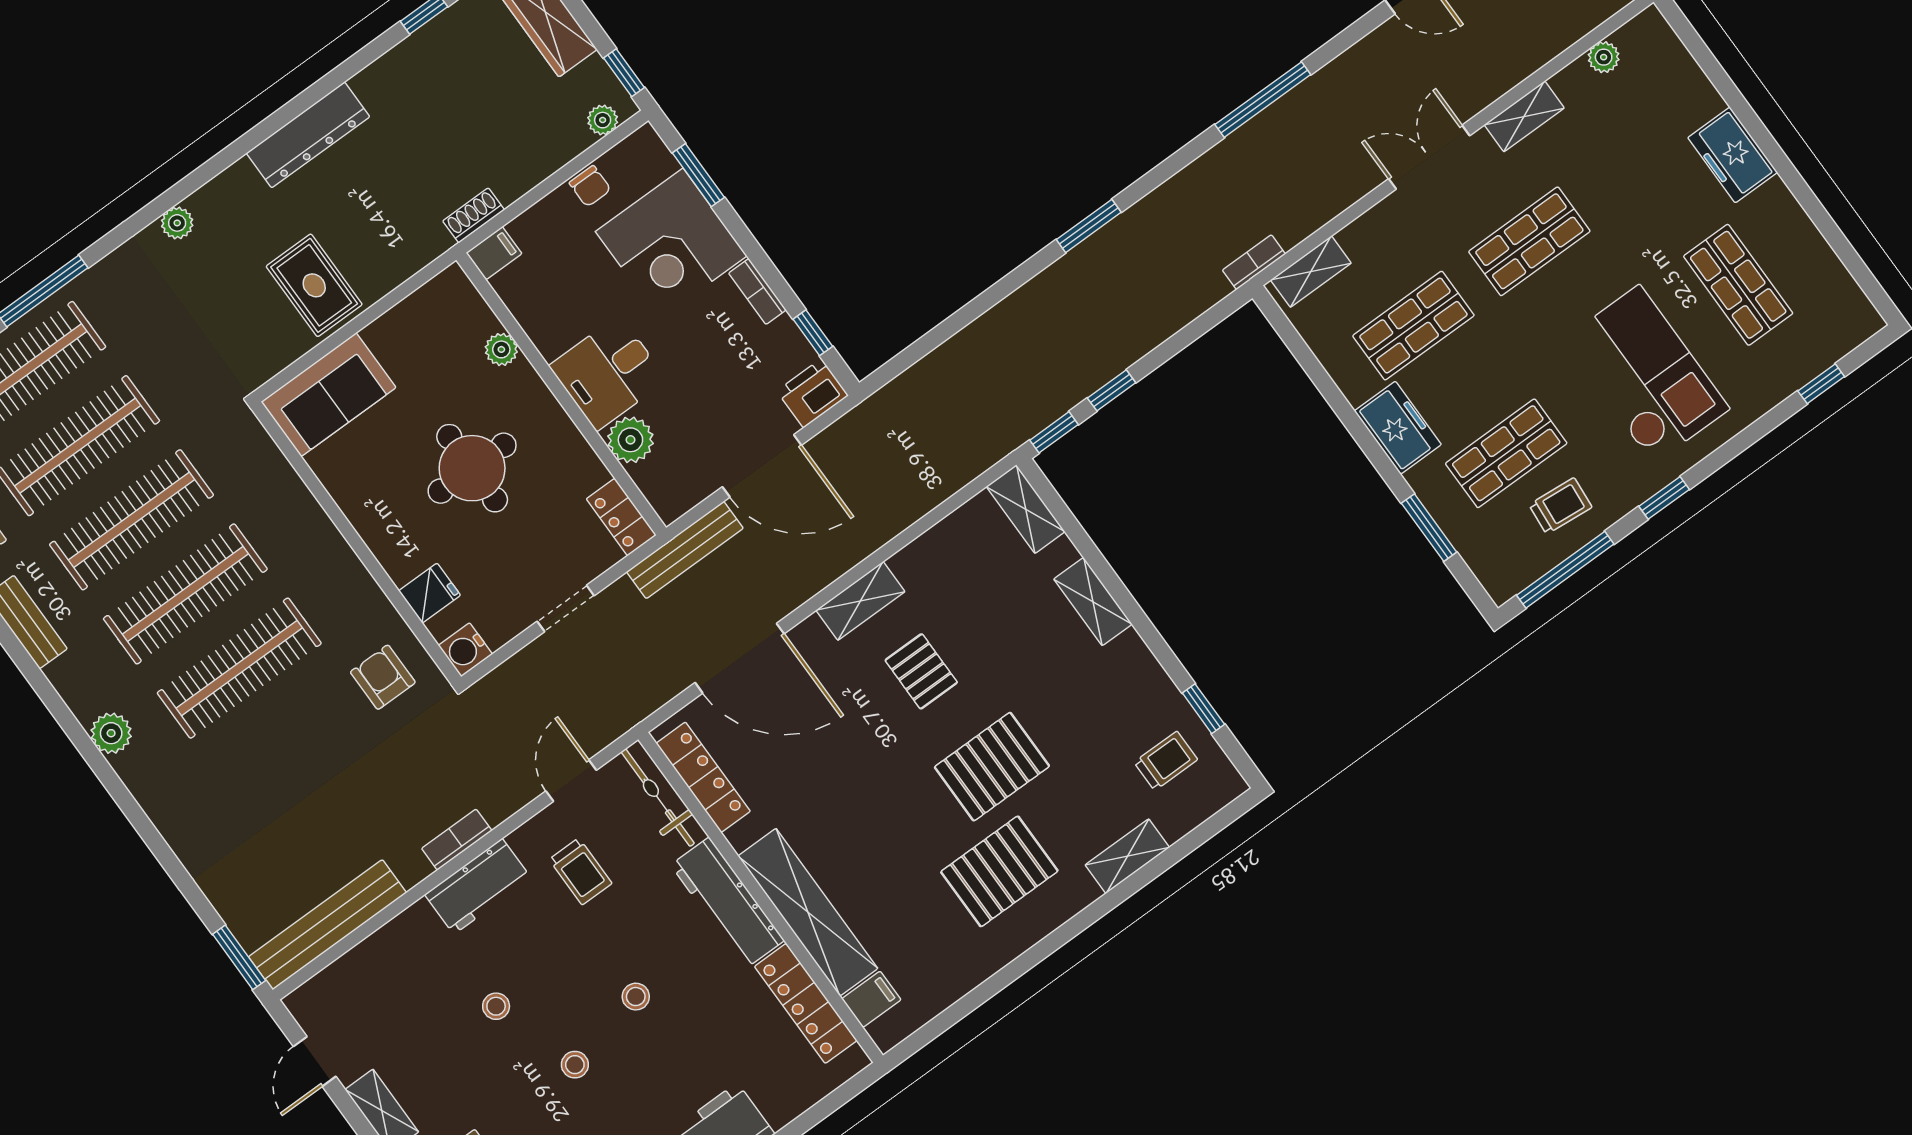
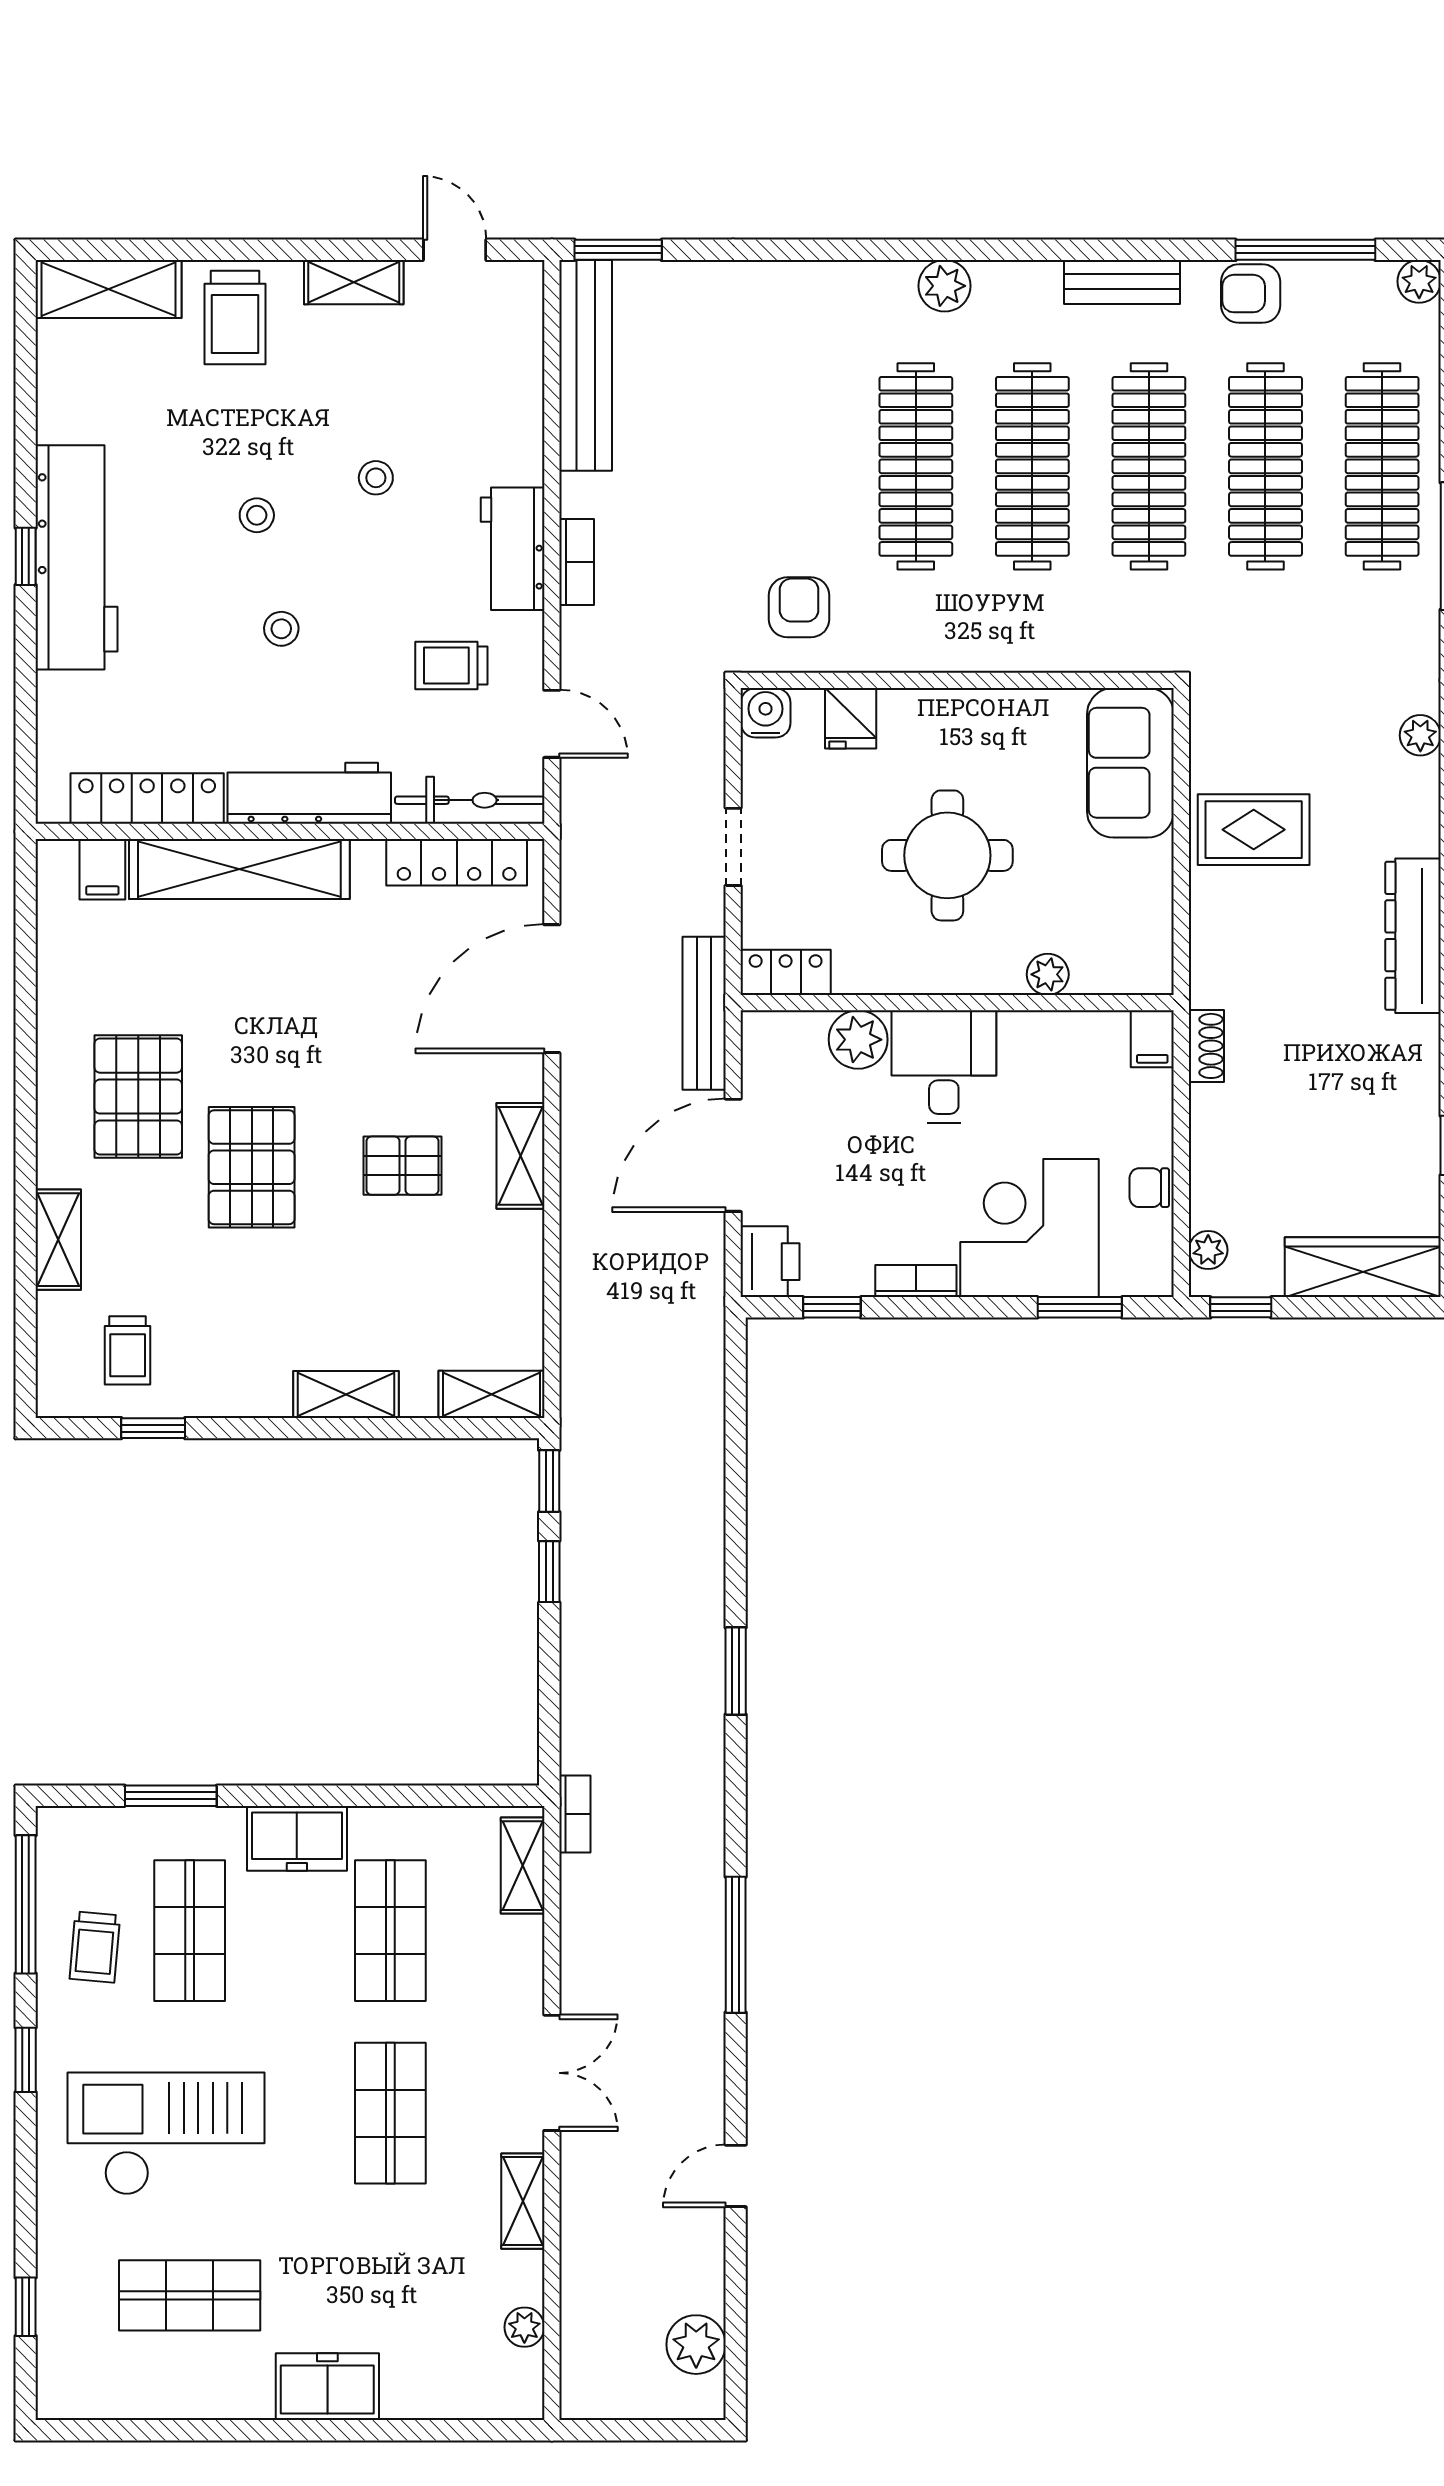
checkout: (1646, 374) -> (166, 2134), turned 180
armchair: (383, 677) -> (799, 607), turned -90

